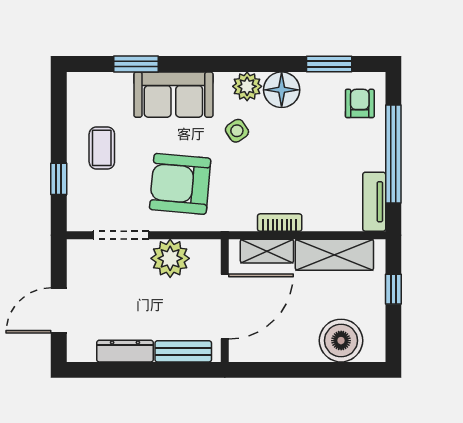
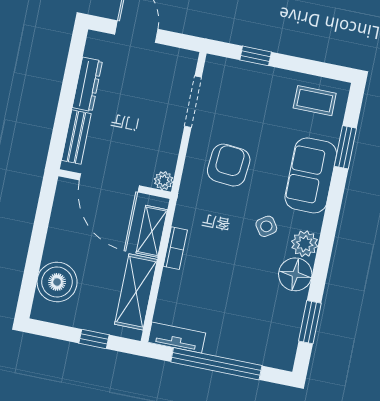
armchair: (360, 103) -> (268, 343), removed
coffee table: (102, 148) -> (315, 101), moved
armchair: (180, 184) -> (229, 165), width x0.73, depth x0.73
plant: (170, 258) -> (164, 181), moved, width x0.53, depth x0.53

